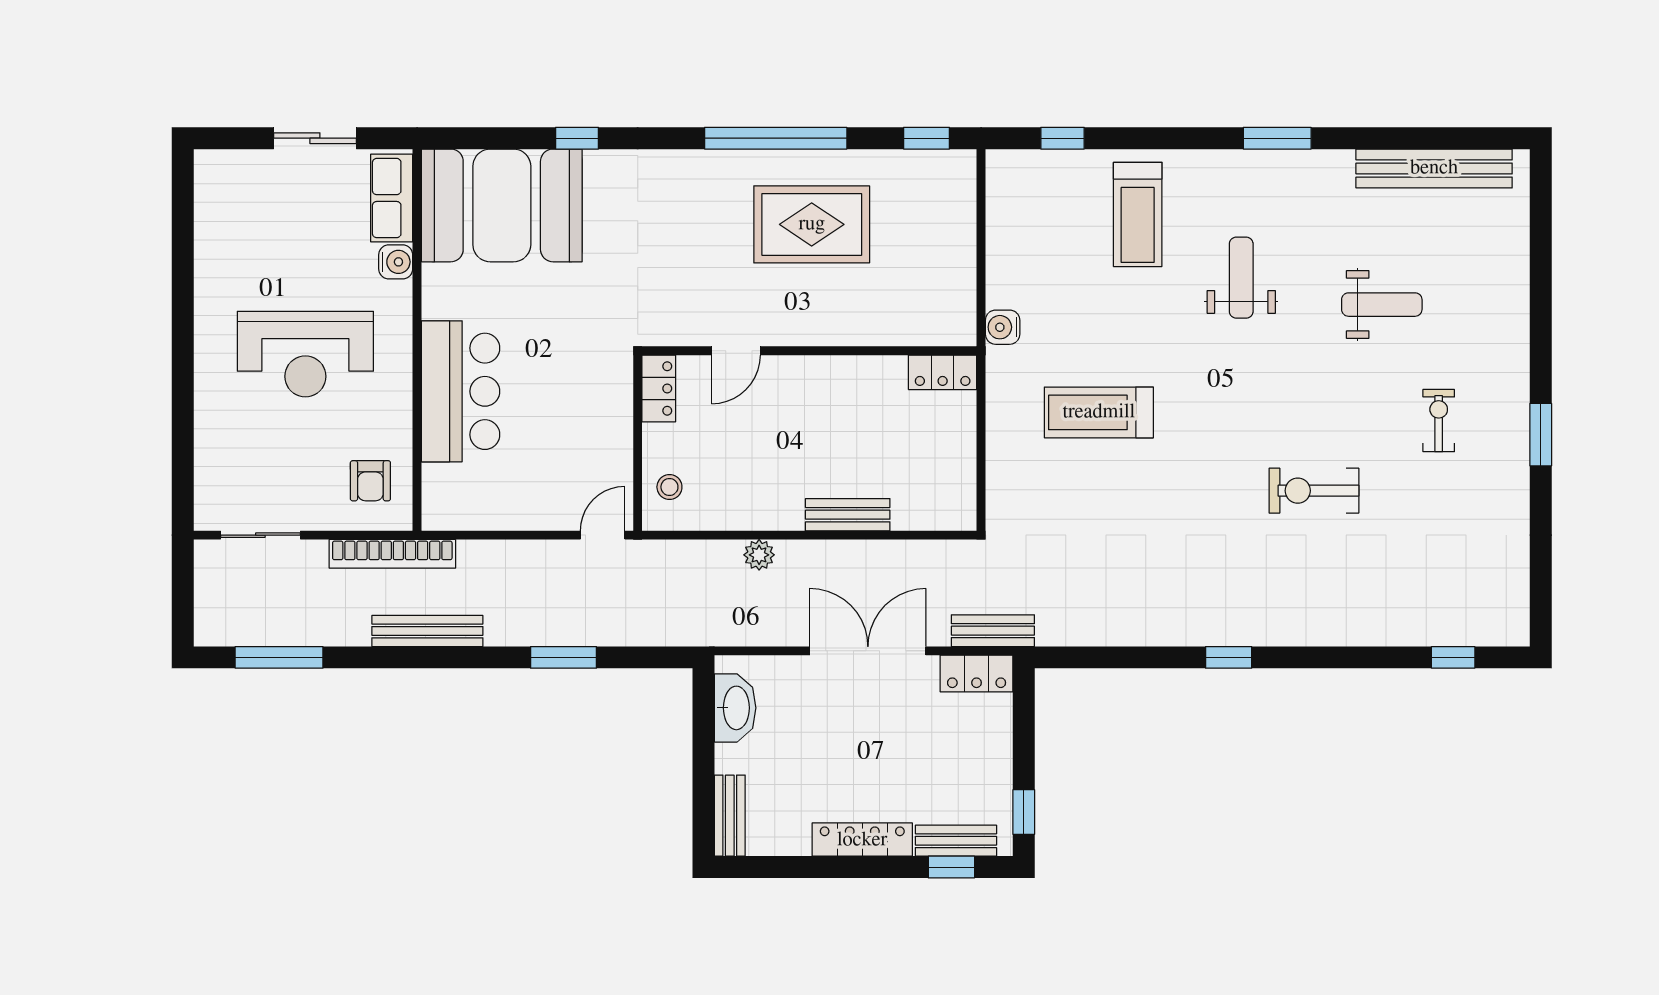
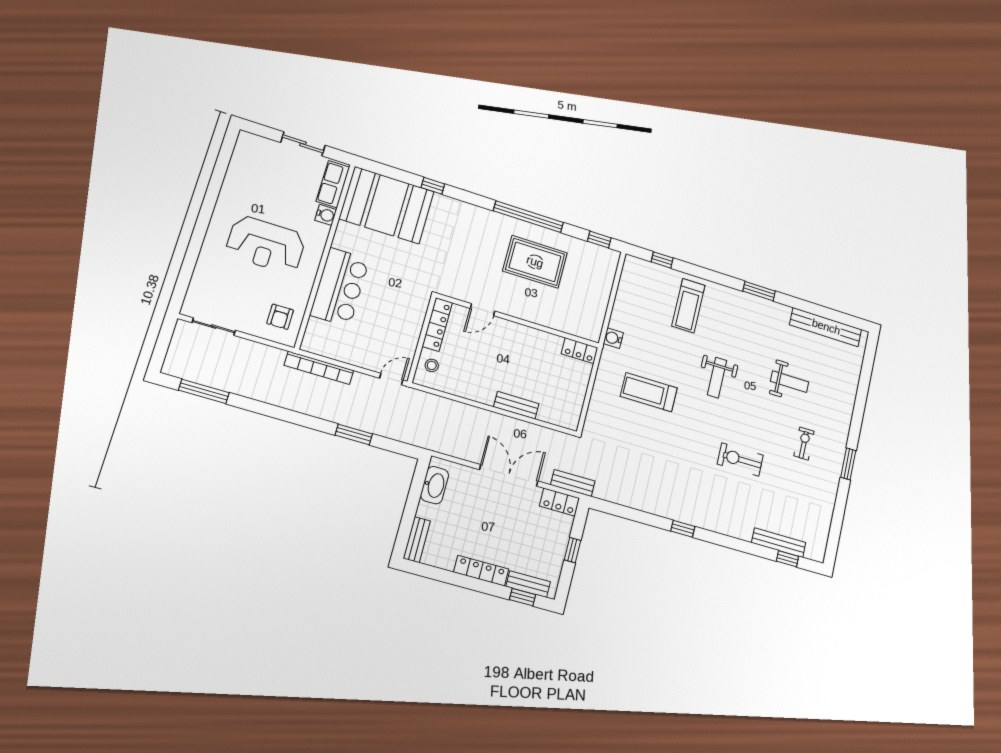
weight bench: (1241, 278) -> (717, 378), moved, turned 180
locker: (659, 388) -> (437, 325), width x1.53
bookcase: (392, 554) -> (319, 368), moved
plant: (759, 555) -> (467, 412), removed
bench: (427, 631) -> (779, 543), moved
window: (1024, 812) -> (572, 550), moved

